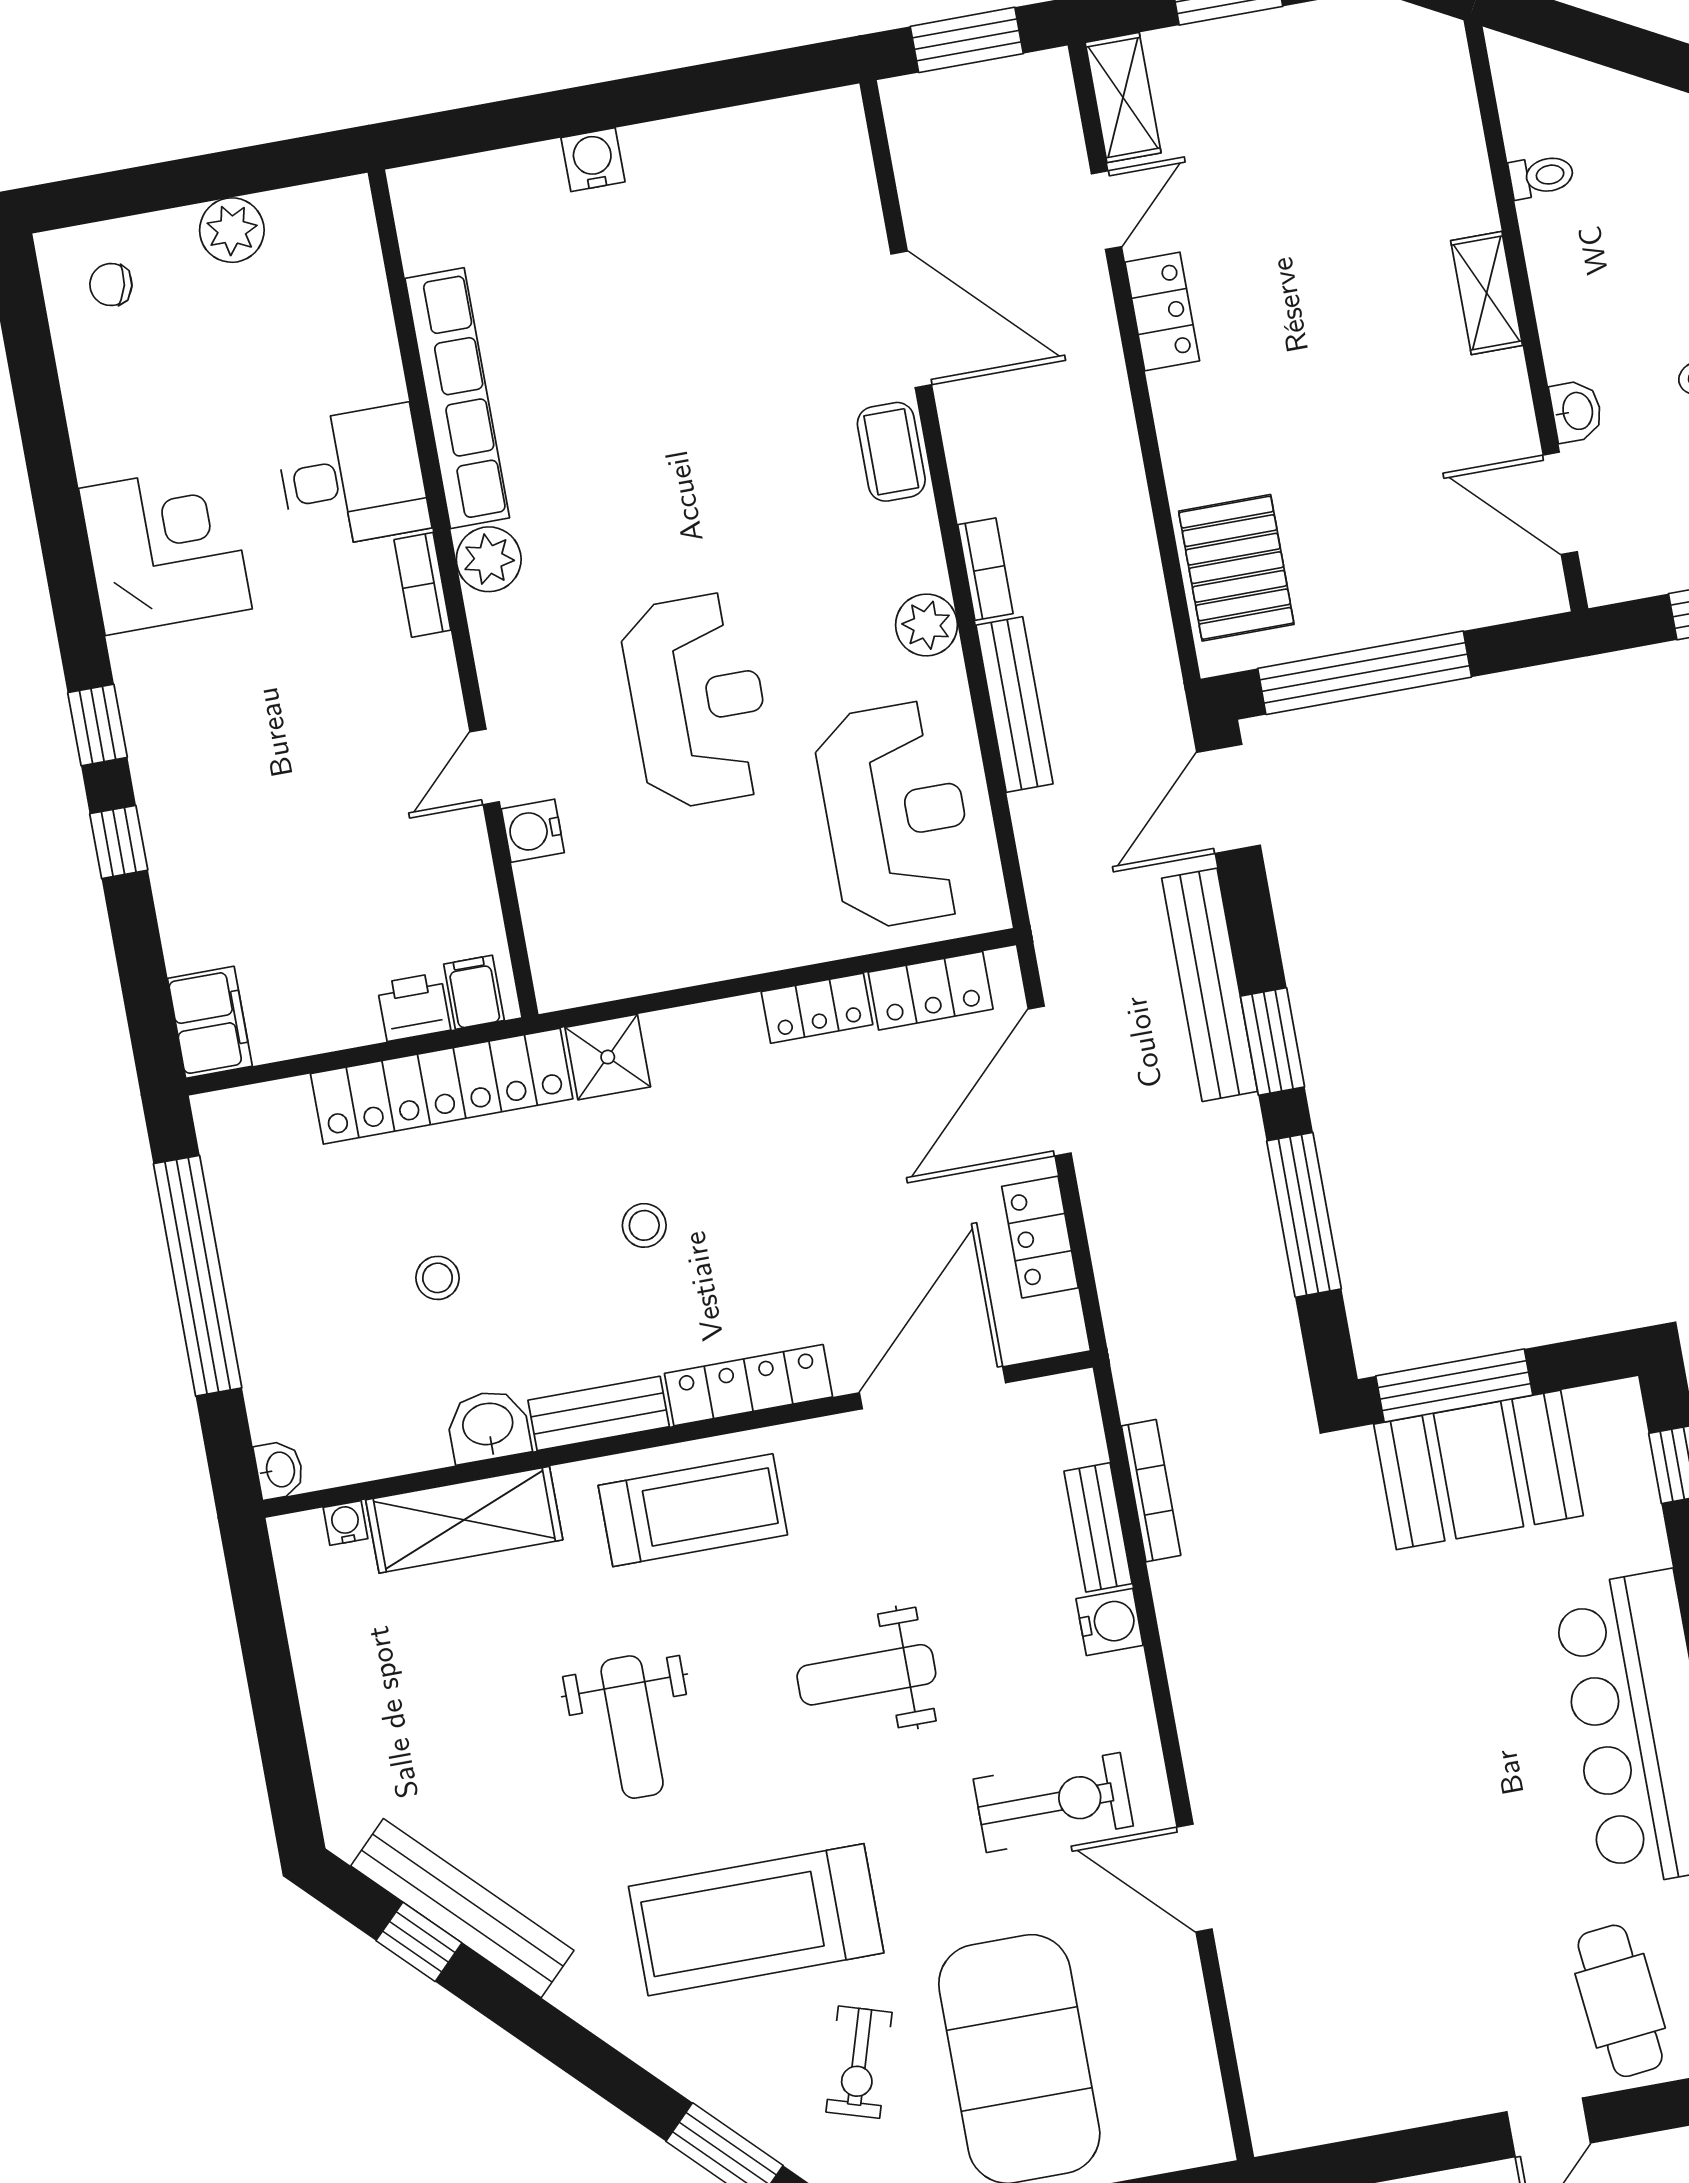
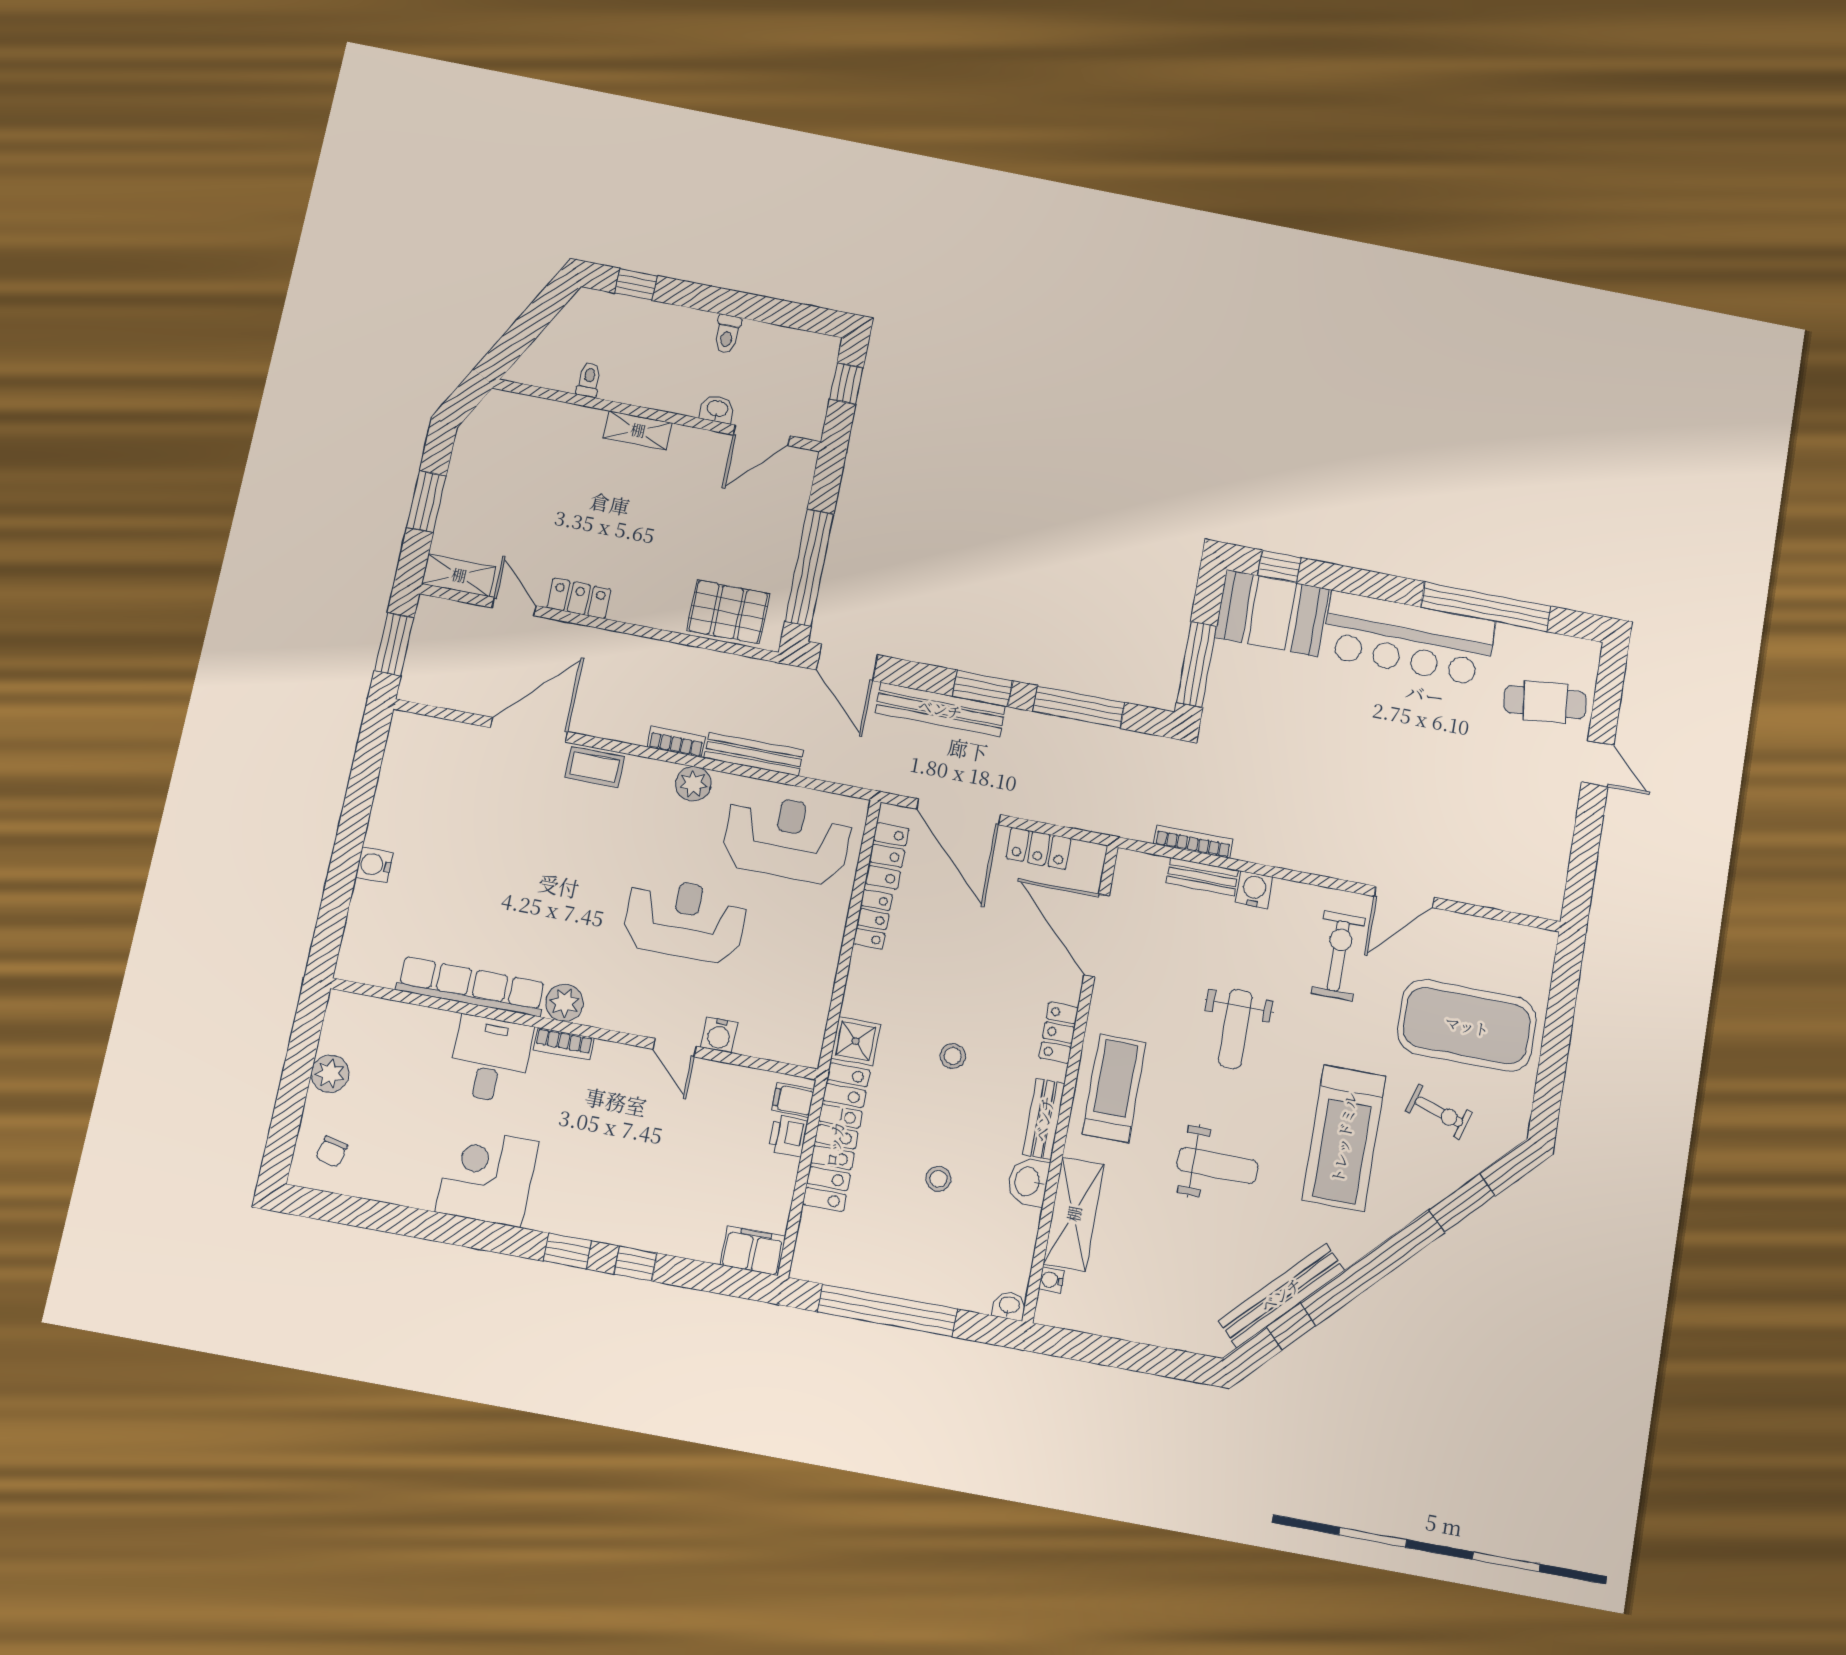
locker: (748, 1385) -> (1059, 1033), width x0.66
booth: (1478, 1470) -> (1272, 613), moved, turned 90

